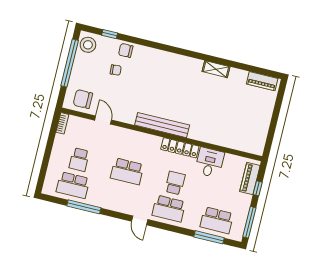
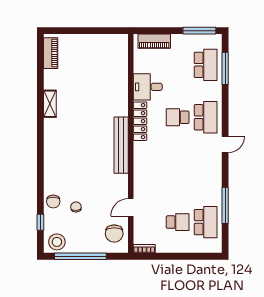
school desk: (127, 171) -> (178, 170), removed
window: (258, 188) -> (162, 31), removed

